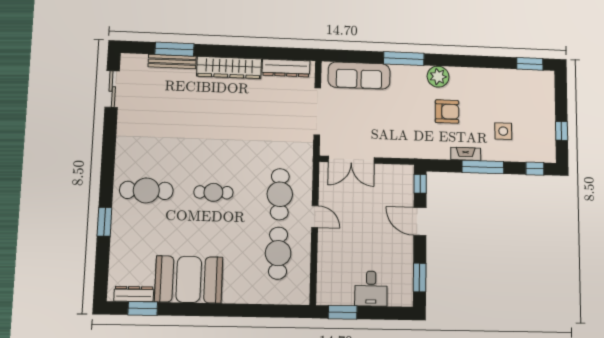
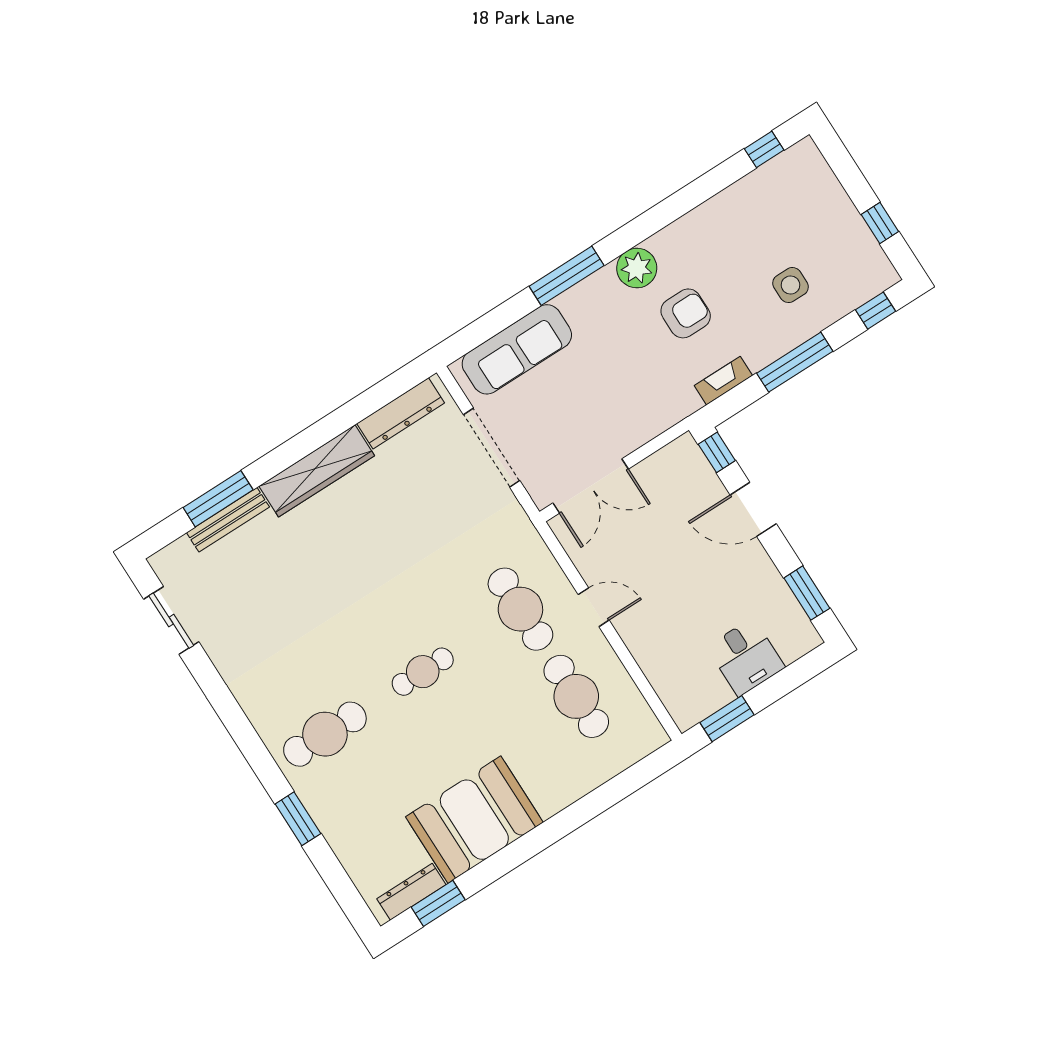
window: (530, 64) -> (764, 149), width x0.67
fireplace: (466, 154) -> (723, 381), moved

